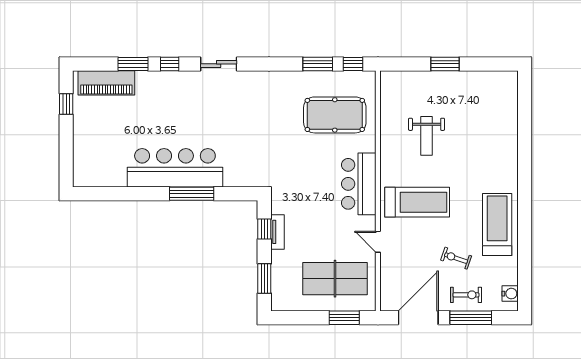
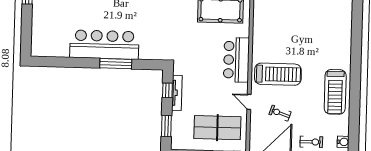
weight bench: (427, 136) -> (286, 27), removed
treadmill: (497, 225) -> (335, 92), turned 180
tv unit: (278, 232) -> (177, 93), width x1.41
exercise bike: (456, 258) -> (280, 113), moved

